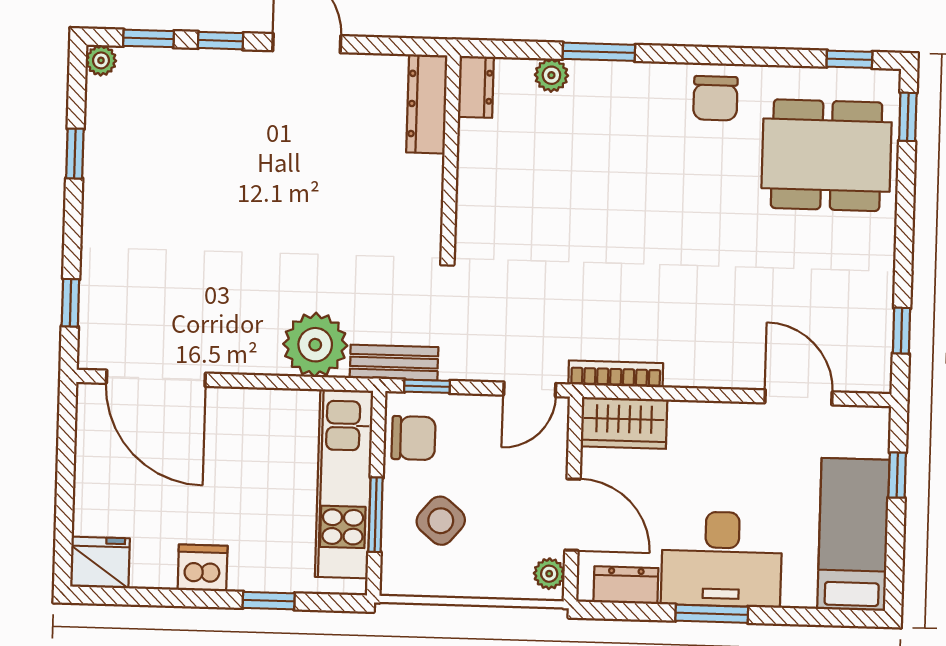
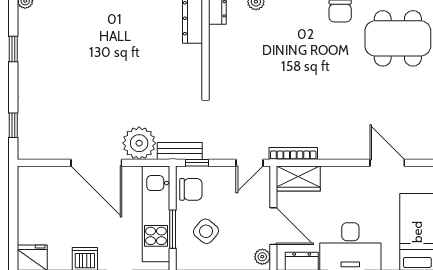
door: (156, 378) -> (96, 163), moved

